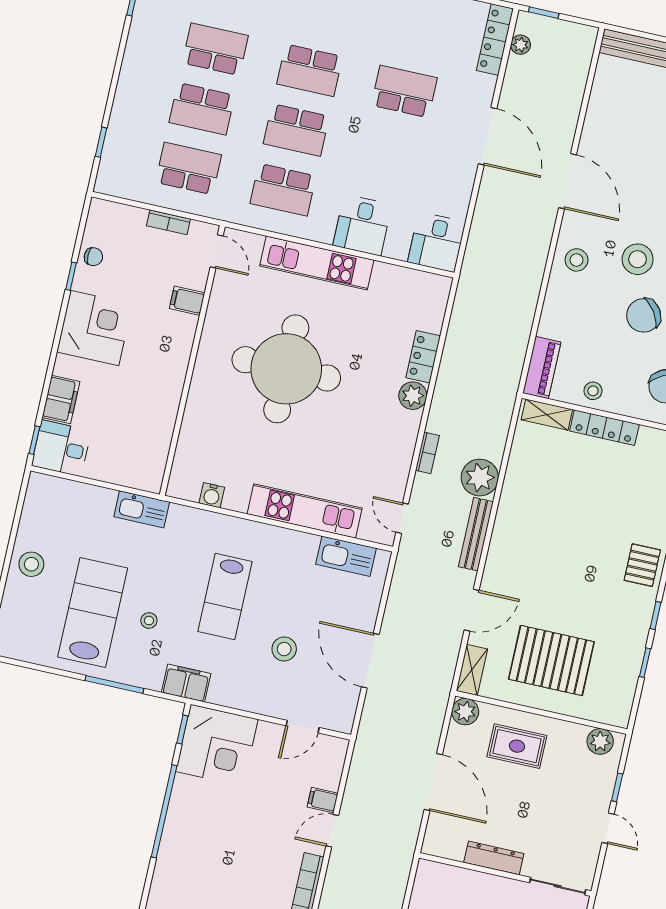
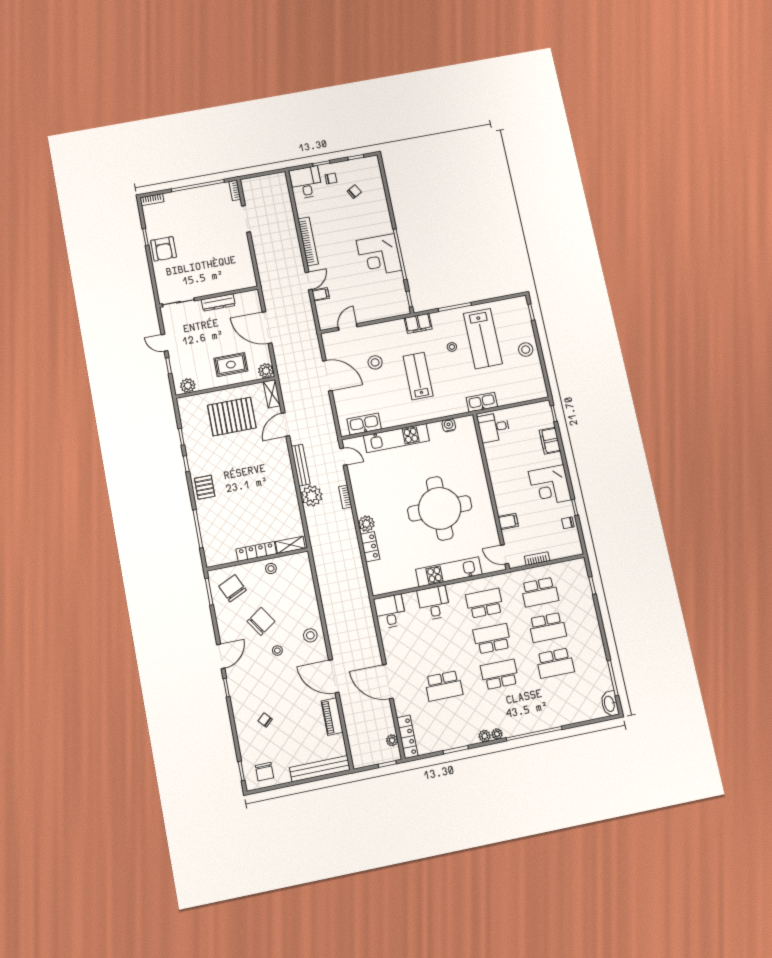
school desk: (202, 109) -> (547, 627), turned 180
stool: (638, 259) -> (277, 651), width x0.53, depth x0.53
piano: (542, 367) -> (332, 717), moved
desk: (61, 448) -> (494, 427), moved, turned 180
corner desk: (217, 745) -> (379, 255), moved, turned -90

